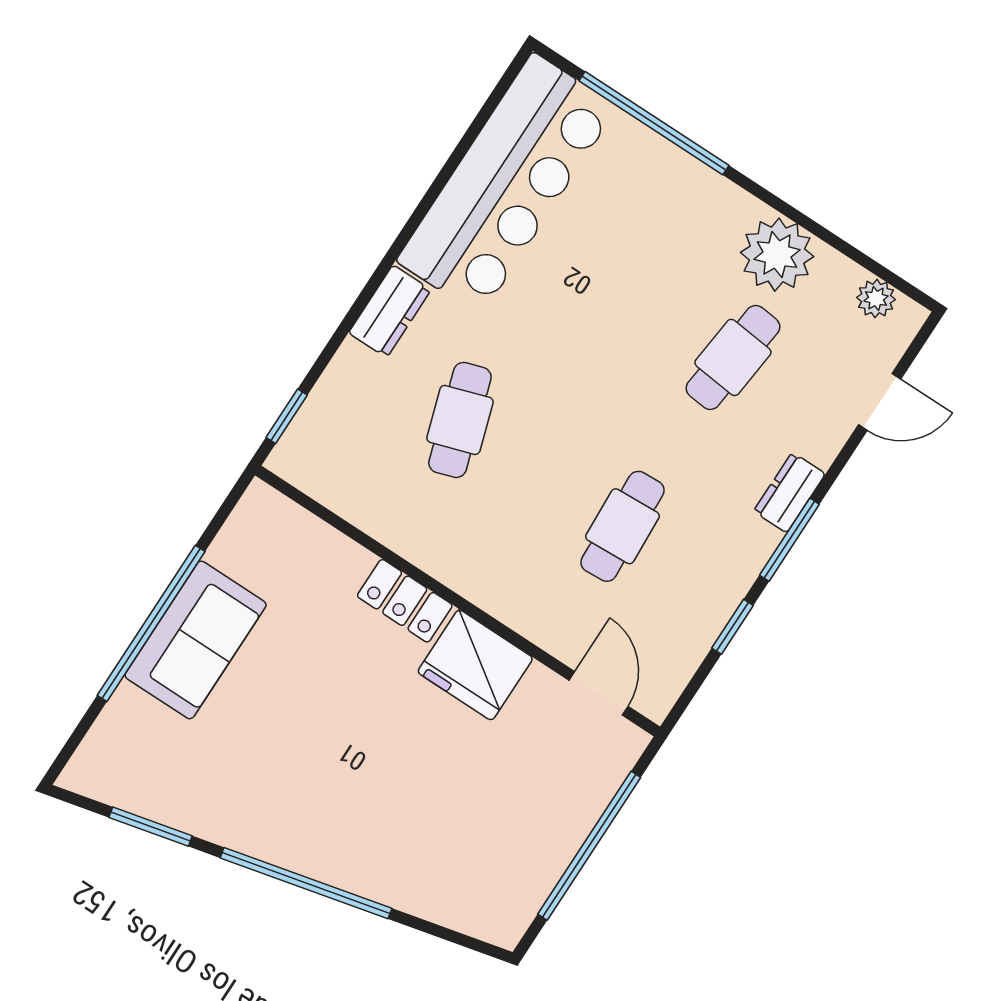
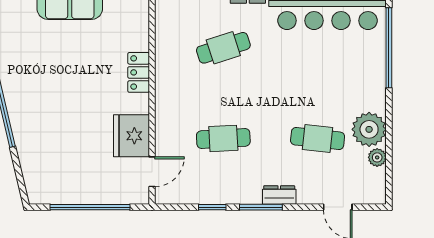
plant: (876, 299) -> (377, 157), moved
fridge: (475, 665) -> (131, 136), moved

